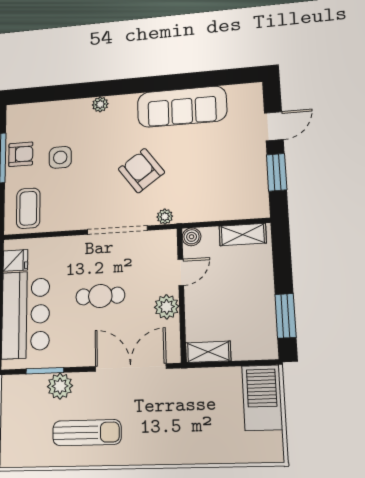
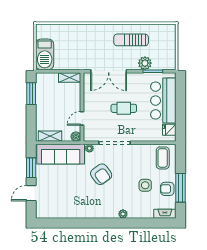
sofa: (182, 107) -> (61, 154), moved, turned 180
fireplace: (26, 111) -> (165, 214), added
plant: (167, 307) -> (90, 101), removed

